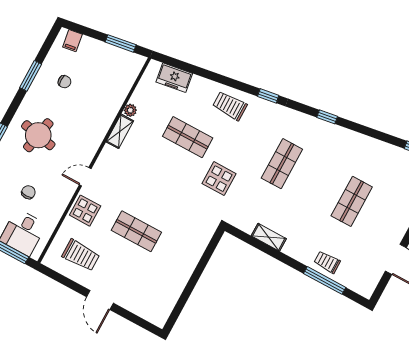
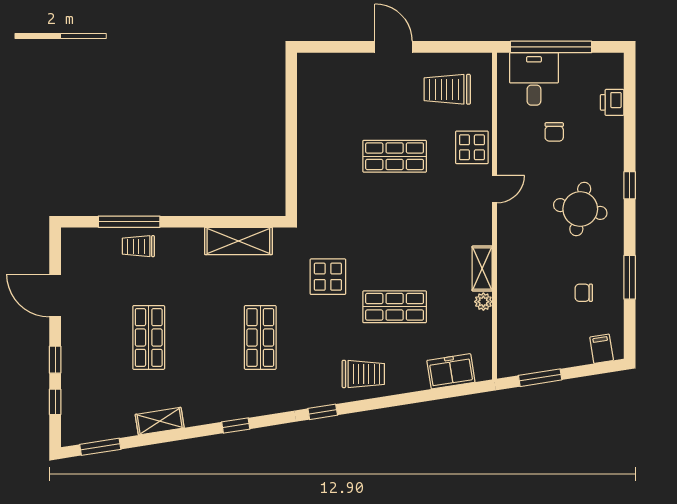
shelving: (373, 145) -> (160, 421), added
shelving: (269, 237) -> (238, 241), width x1.50, depth x1.33
trolley: (327, 262) -> (138, 246), turned 180

